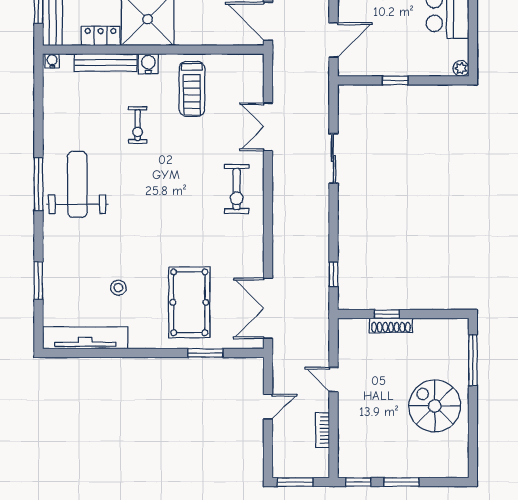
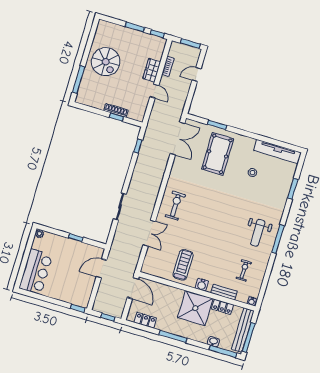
bench: (105, 63) -> (224, 292), width x0.73
exercise bike: (138, 125) -> (244, 270), moved
weight bench: (77, 184) -> (258, 233), width x0.73, depth x0.75
door: (268, 407) -> (197, 75), moved
wardrobe: (349, 415) -> (152, 70), added

